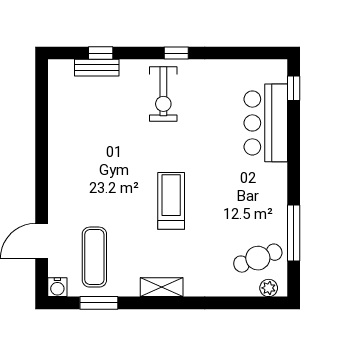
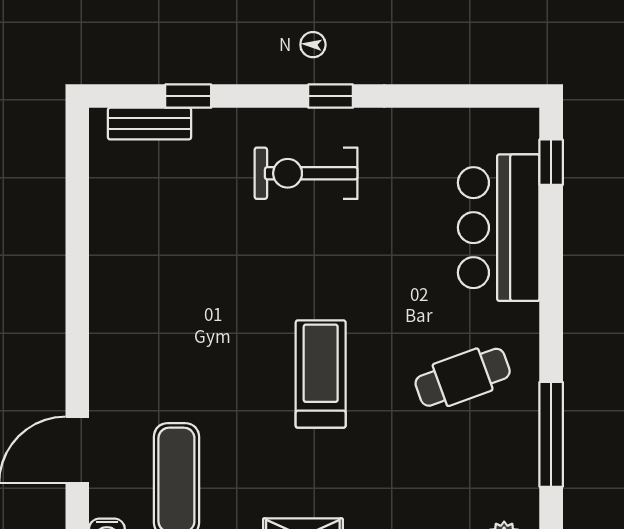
bench: (97, 68) -> (149, 124), moved
exercise bike: (163, 94) -> (306, 173), turned 90
cafe table: (258, 258) -> (463, 377), moved

